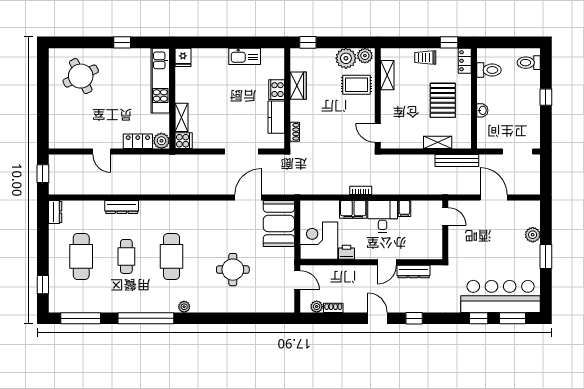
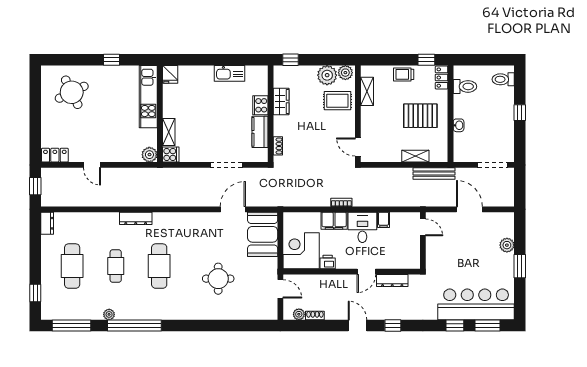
pallet: (443, 100) -> (420, 116), turned 90
locker: (138, 141) -> (55, 155), moved
dresser: (122, 207) -> (136, 218), moved
plant: (184, 307) -> (109, 314), moved

